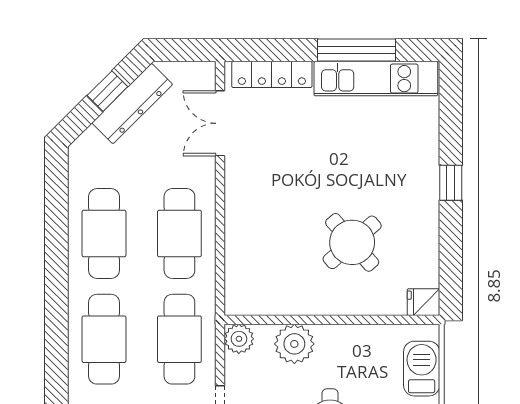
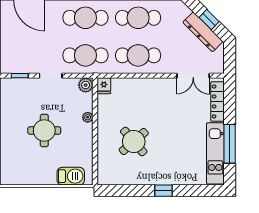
double door: (220, 123) -> (193, 76), swing flipped
fridge: (423, 302) -> (104, 86), moved, turned 180
plant: (294, 344) -> (88, 117), width x0.53, depth x0.53

